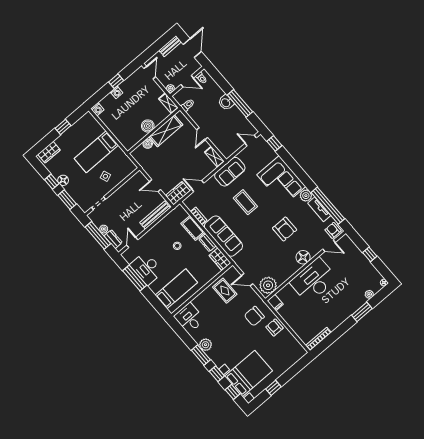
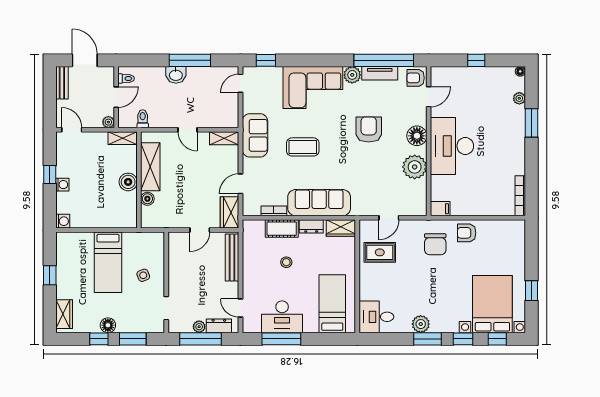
armchair: (285, 229) -> (369, 129), turned -90
plant: (268, 285) -> (415, 167), moved

